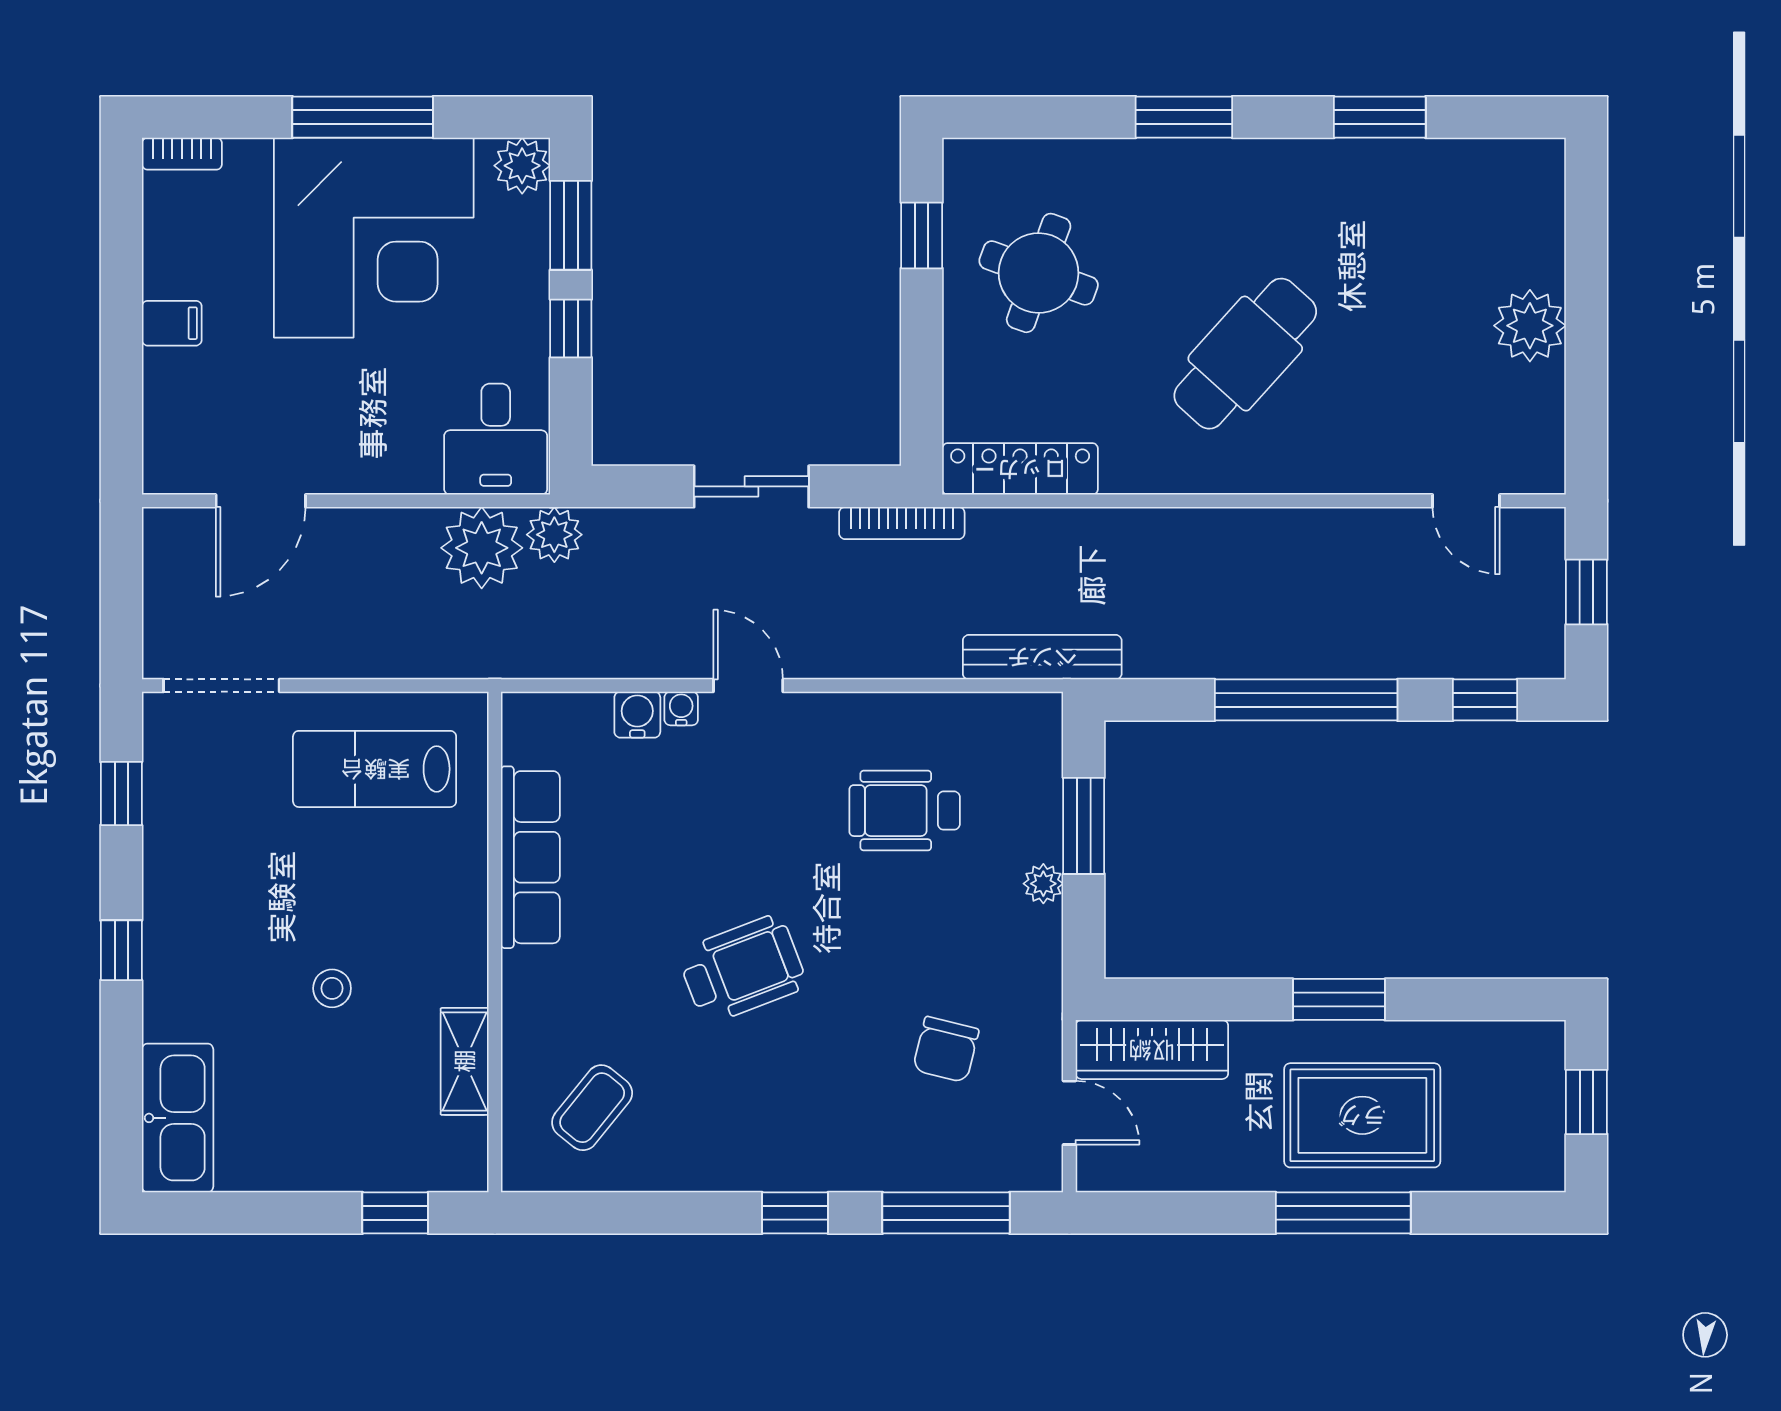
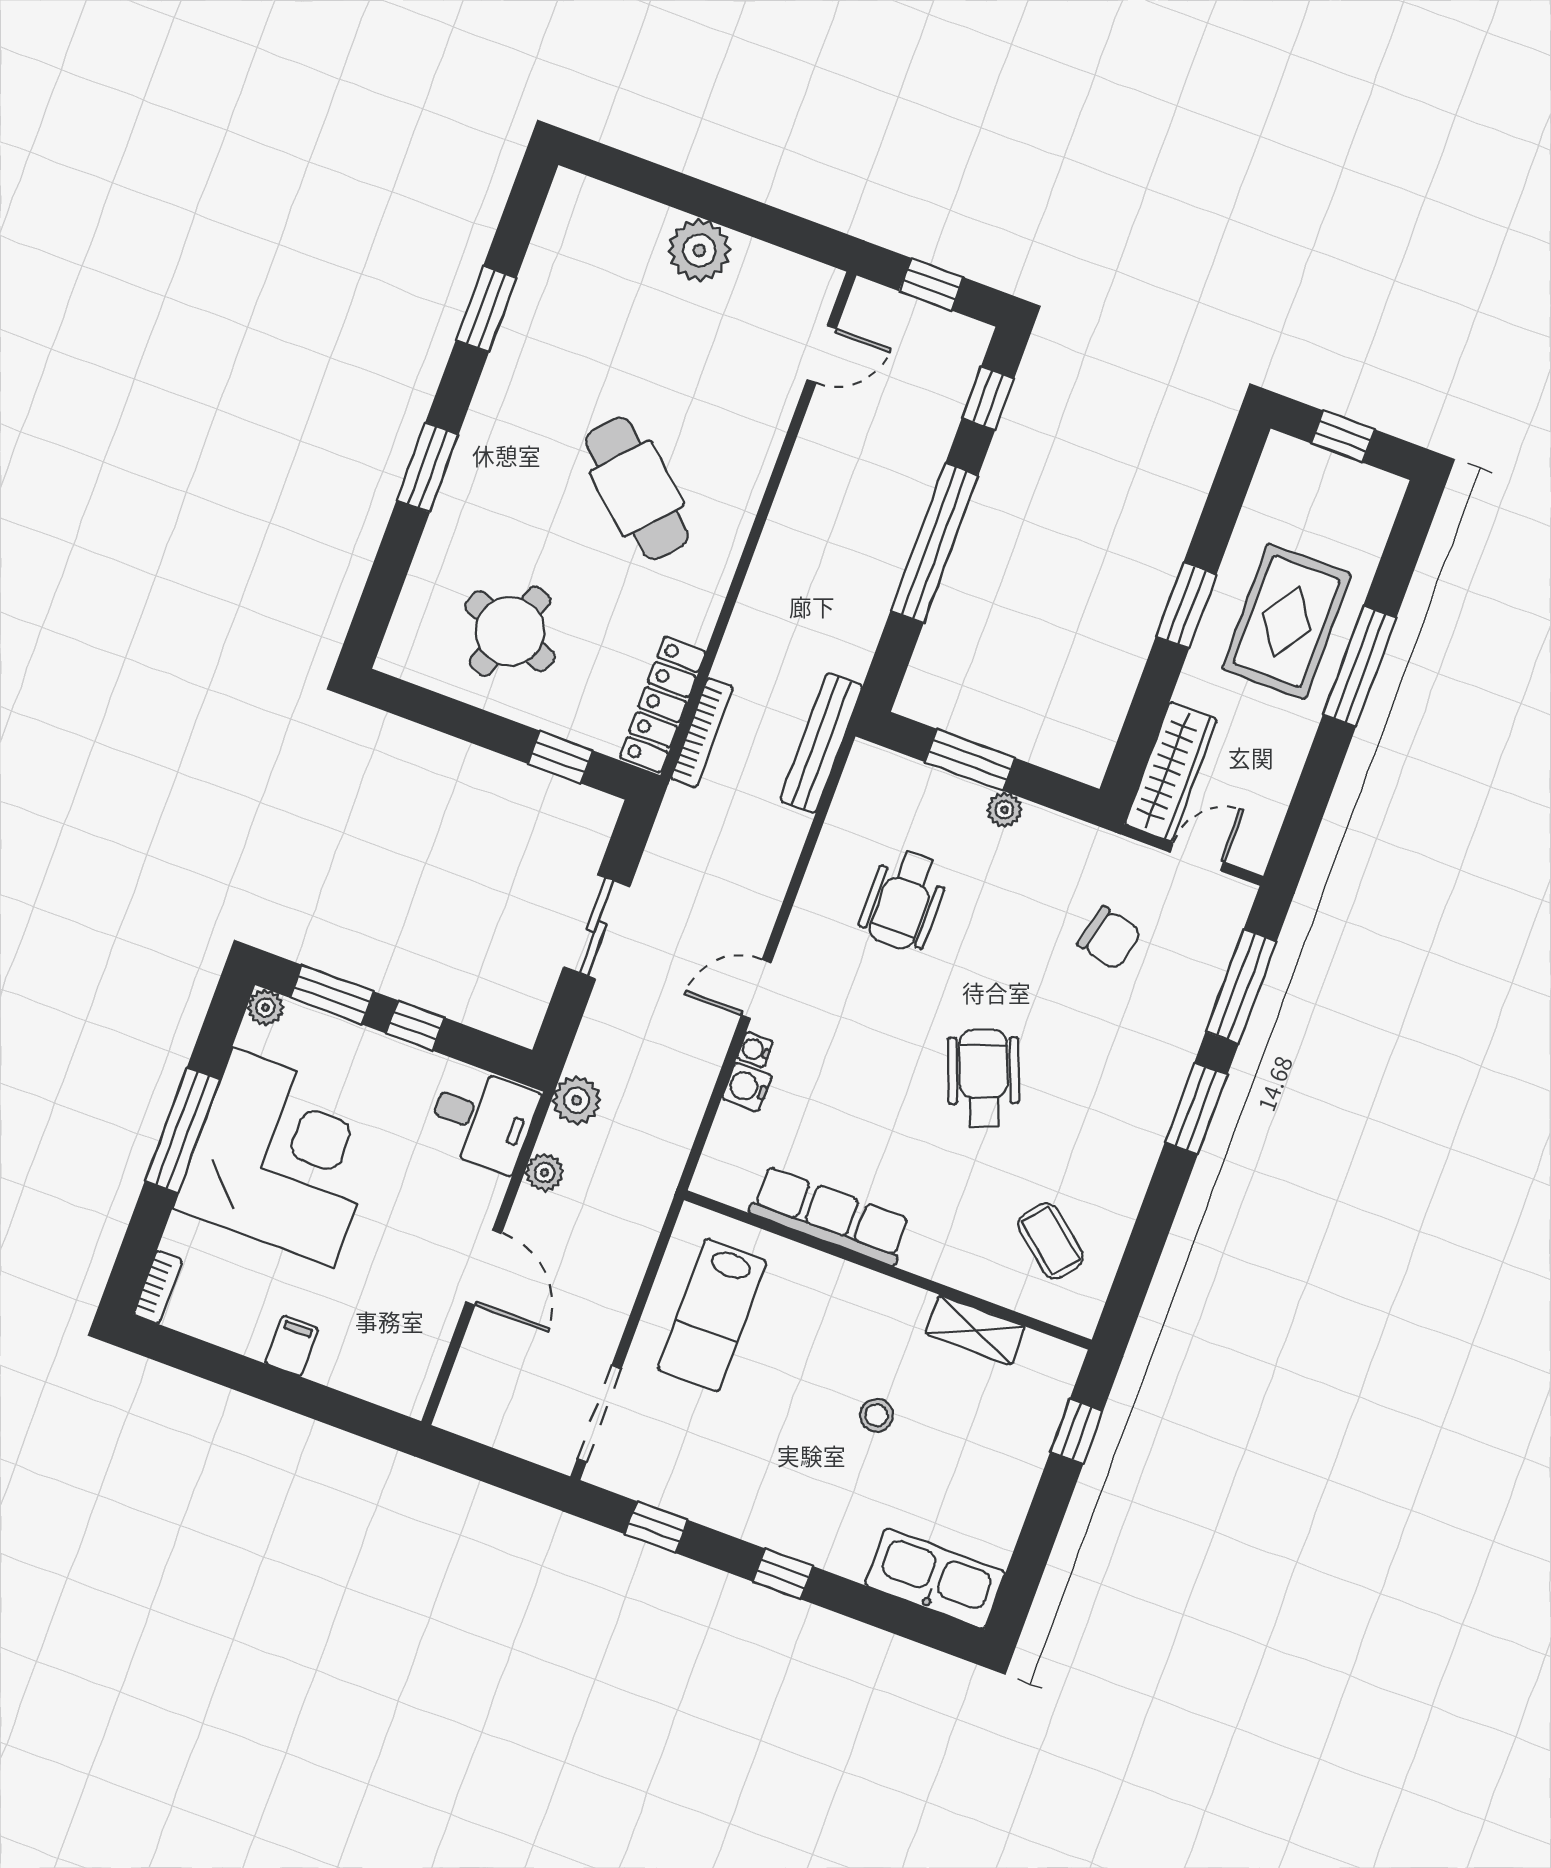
plant: (522, 166) -> (265, 1008), width x0.73, depth x0.73
window: (922, 235) -> (560, 757), moved
door: (261, 501) -> (484, 1267), moved
bookcase: (902, 523) -> (702, 733), moved
plant: (482, 548) -> (545, 1172), width x0.53, depth x0.53
window: (795, 1213) -> (1196, 1108), width x1.50

